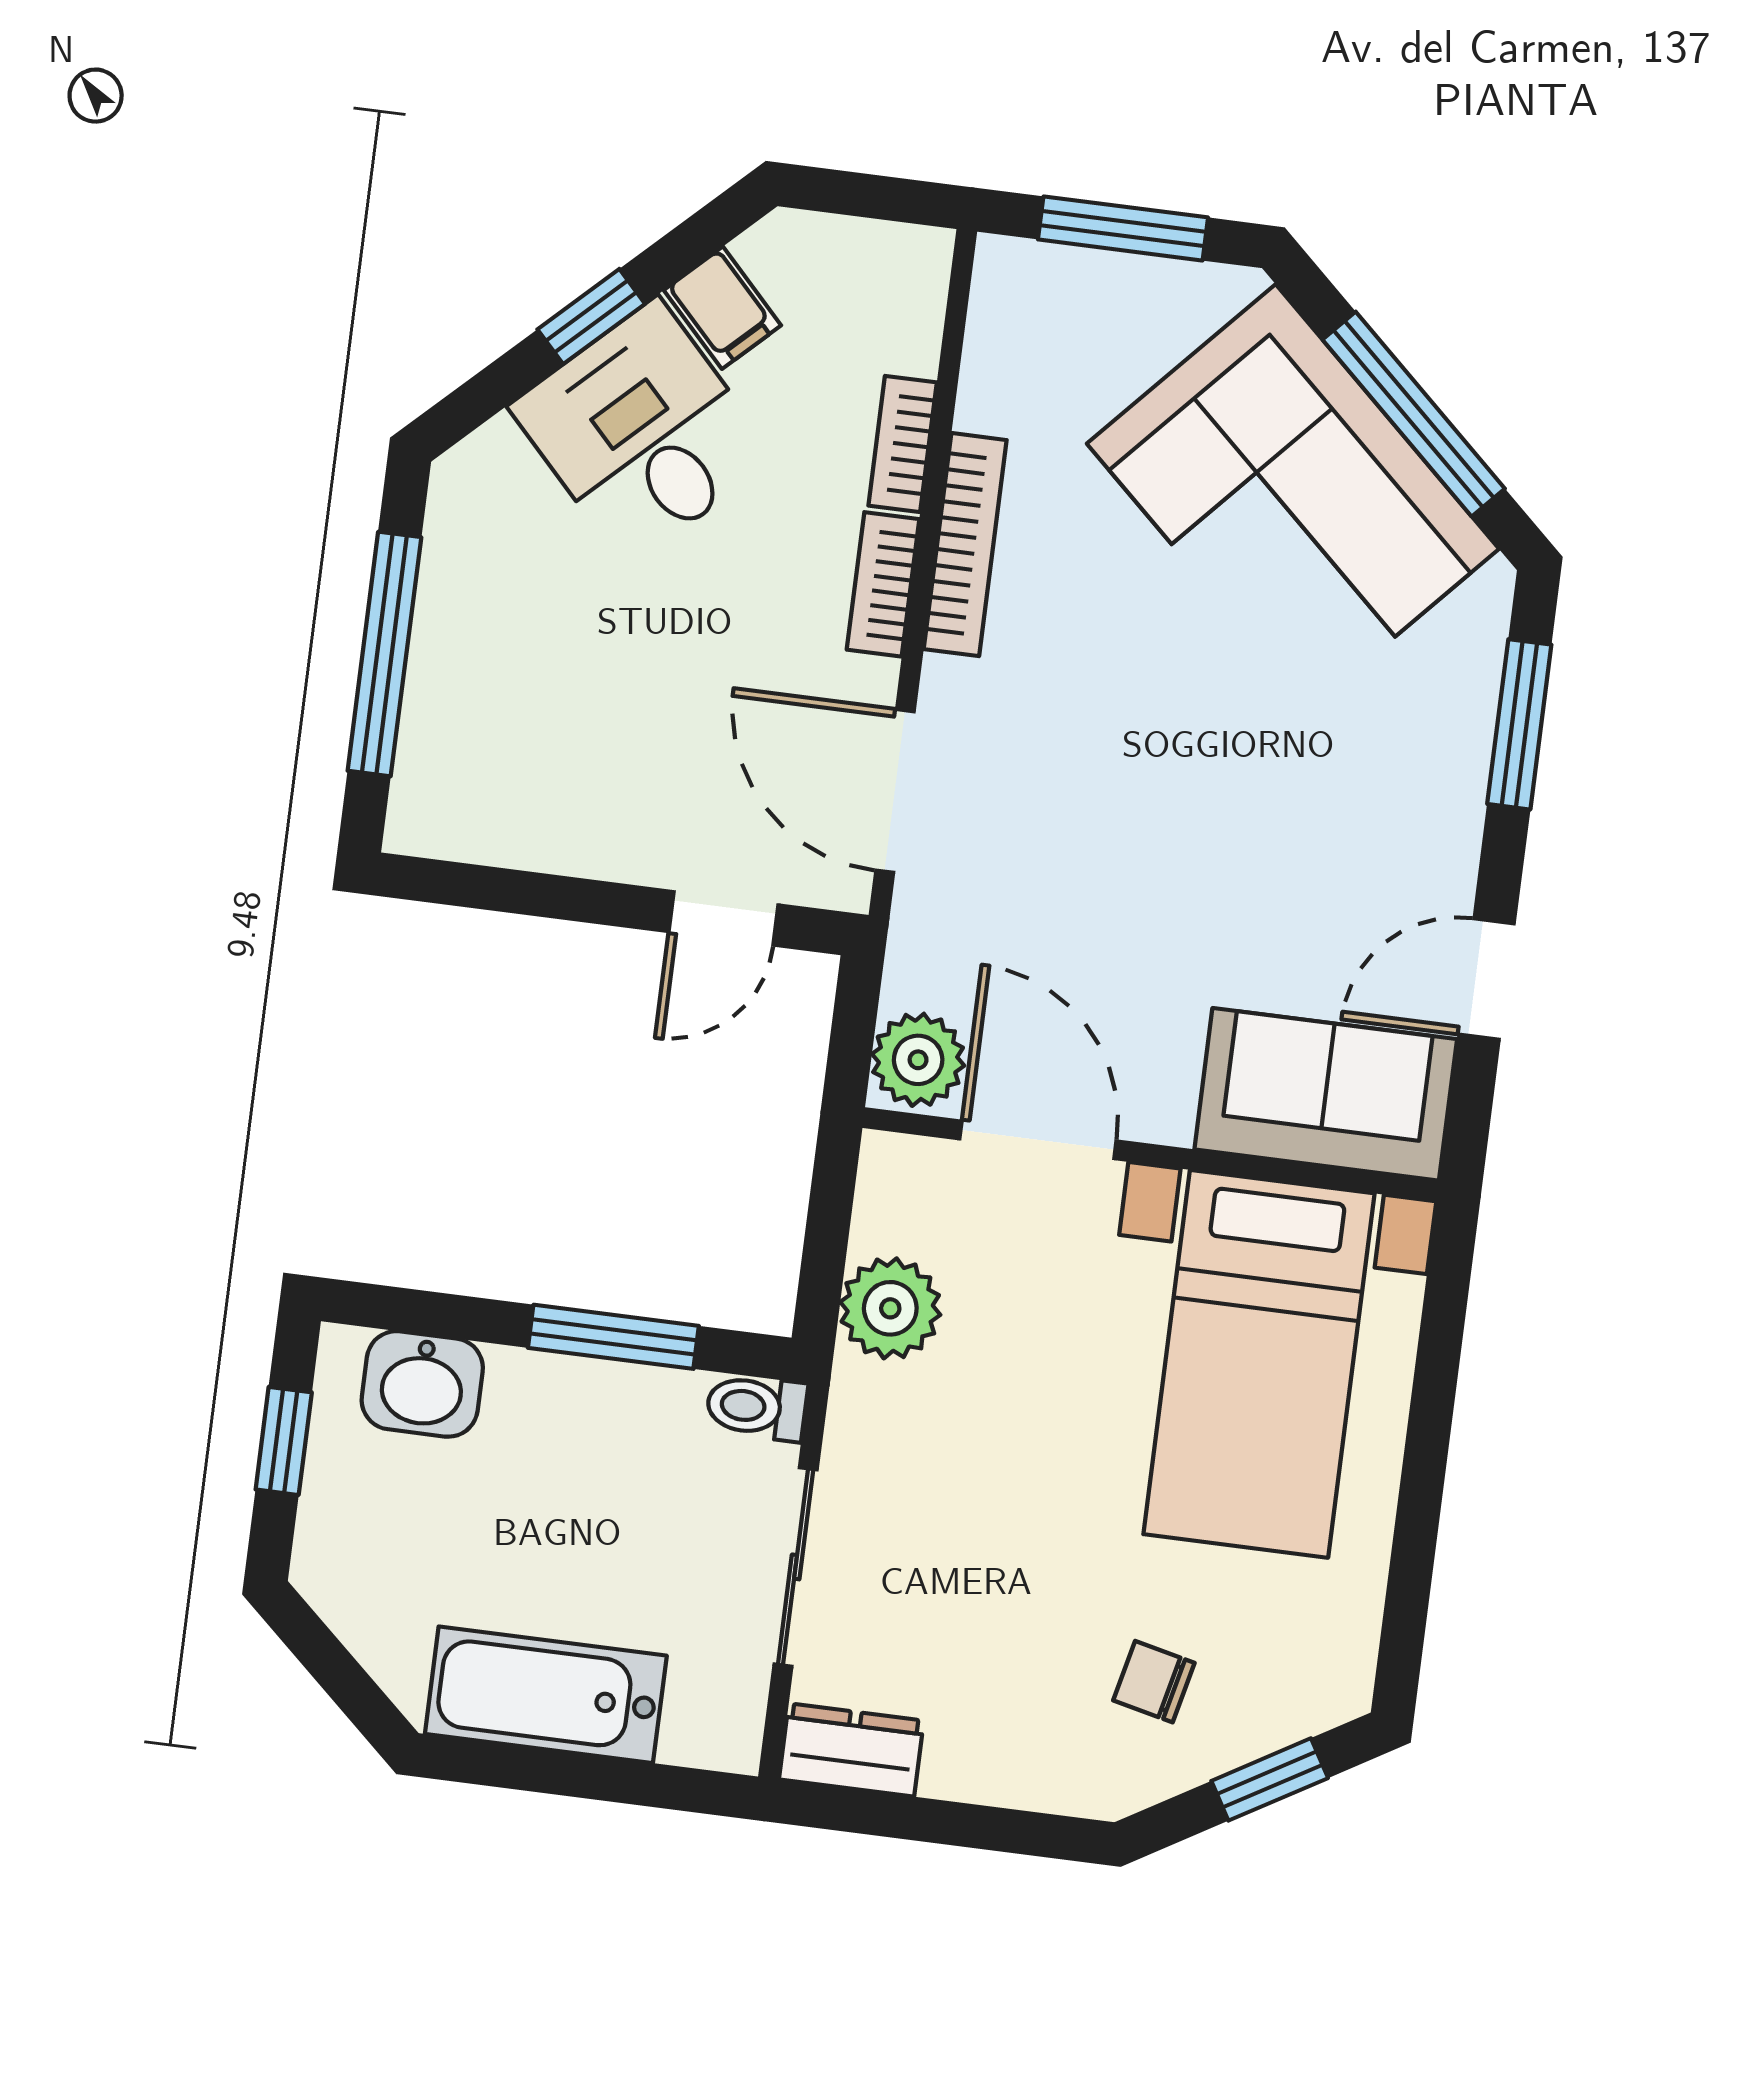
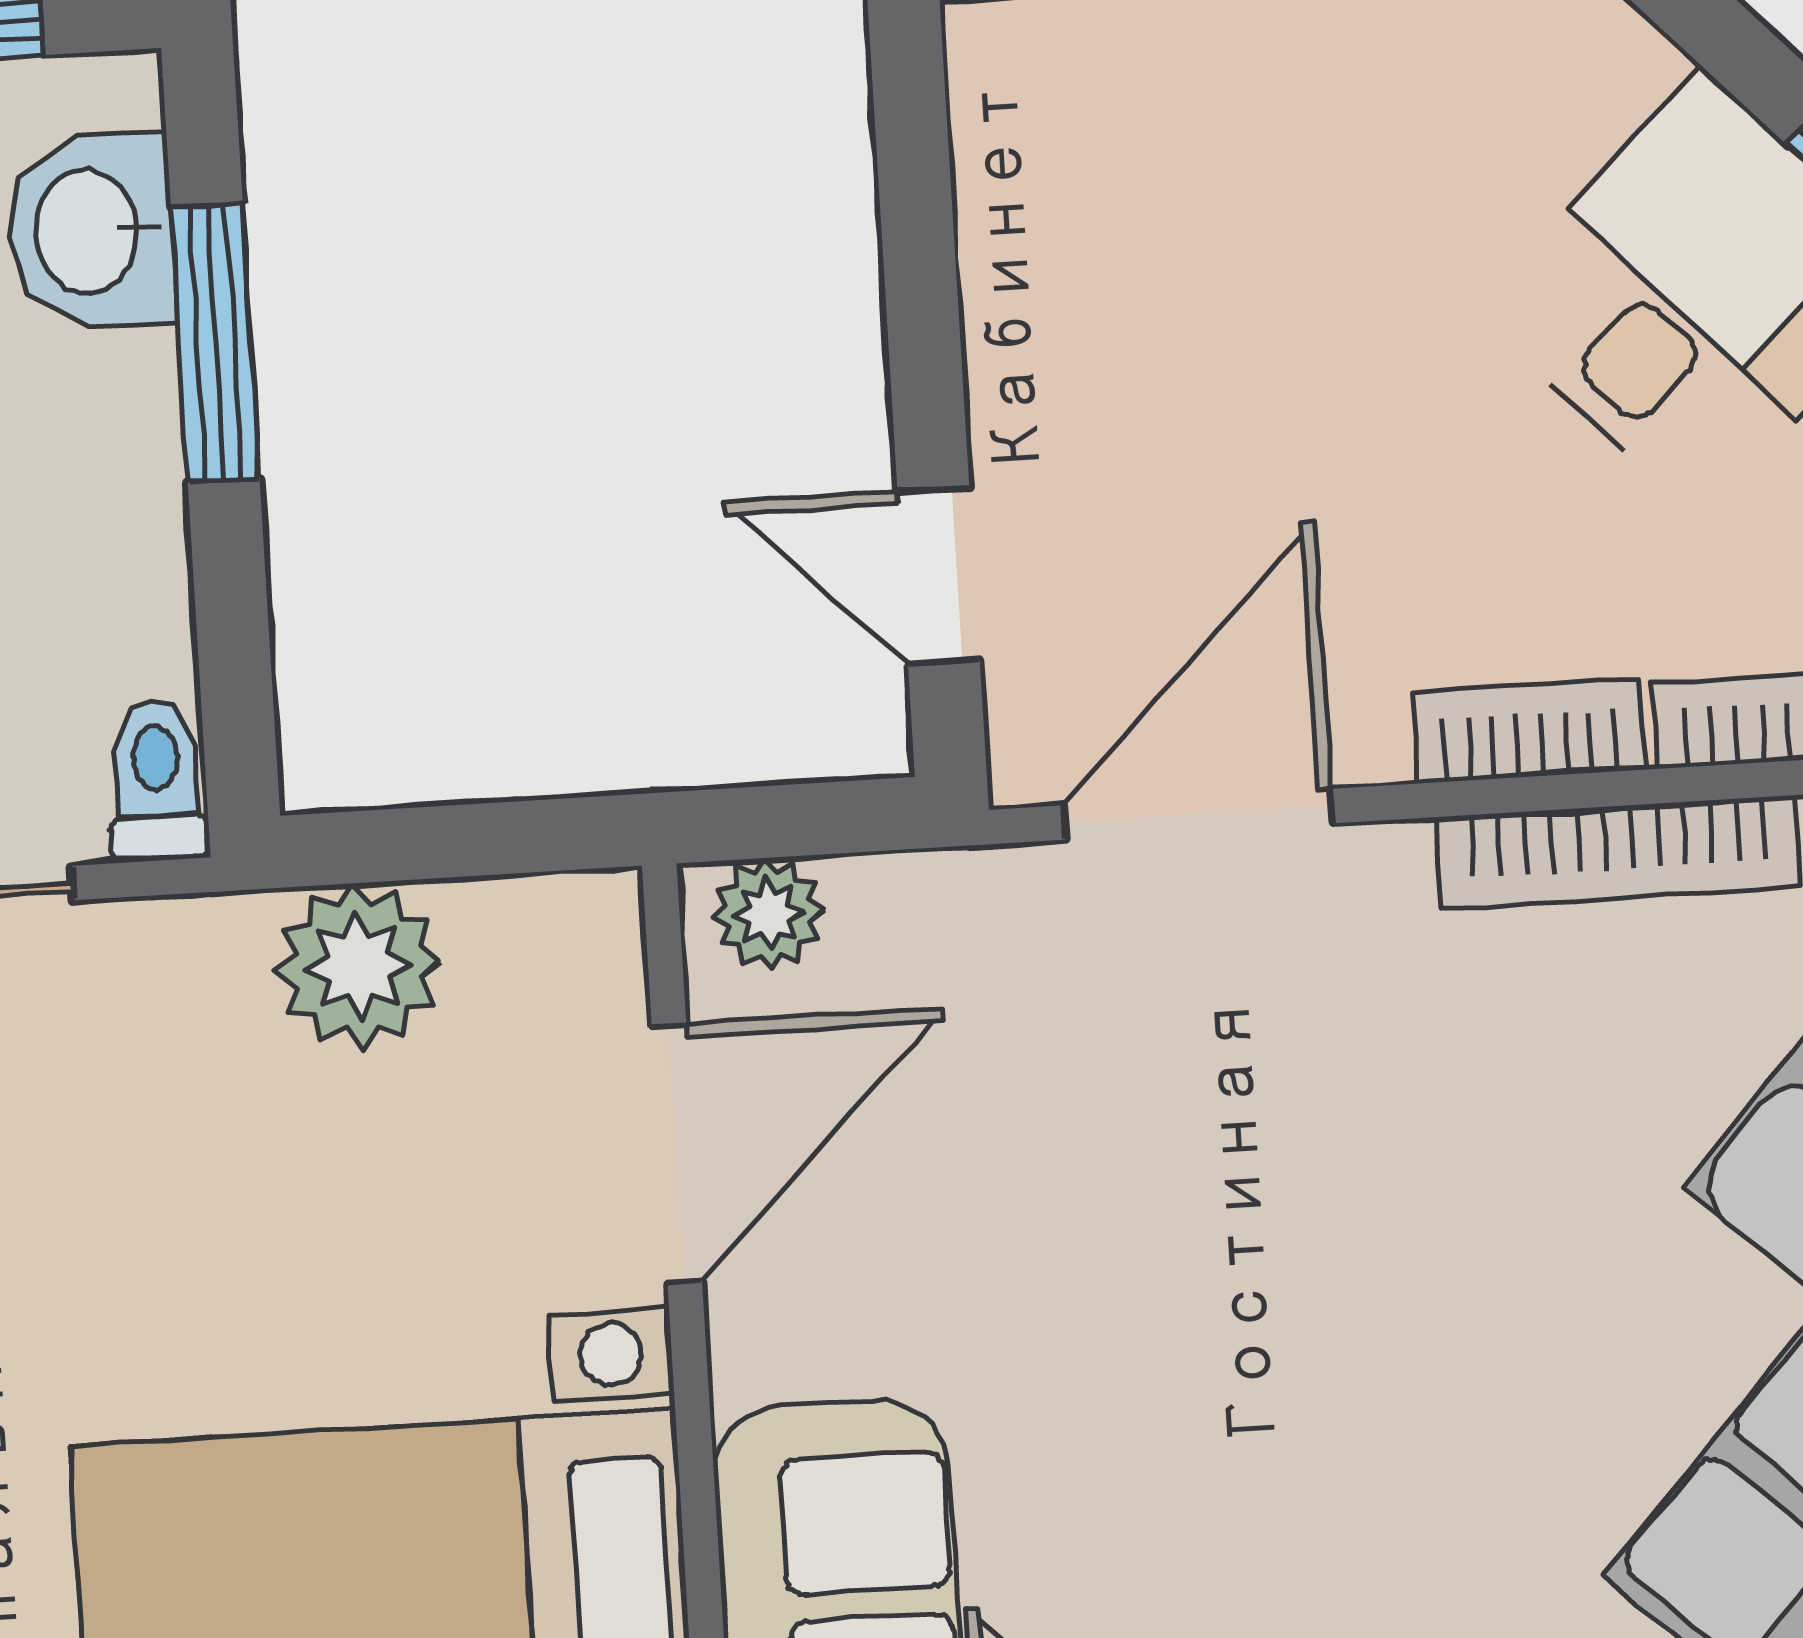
plant: (918, 1060) -> (768, 914), width x0.73, depth x0.73
window: (613, 1337) -> (215, 343), moved

